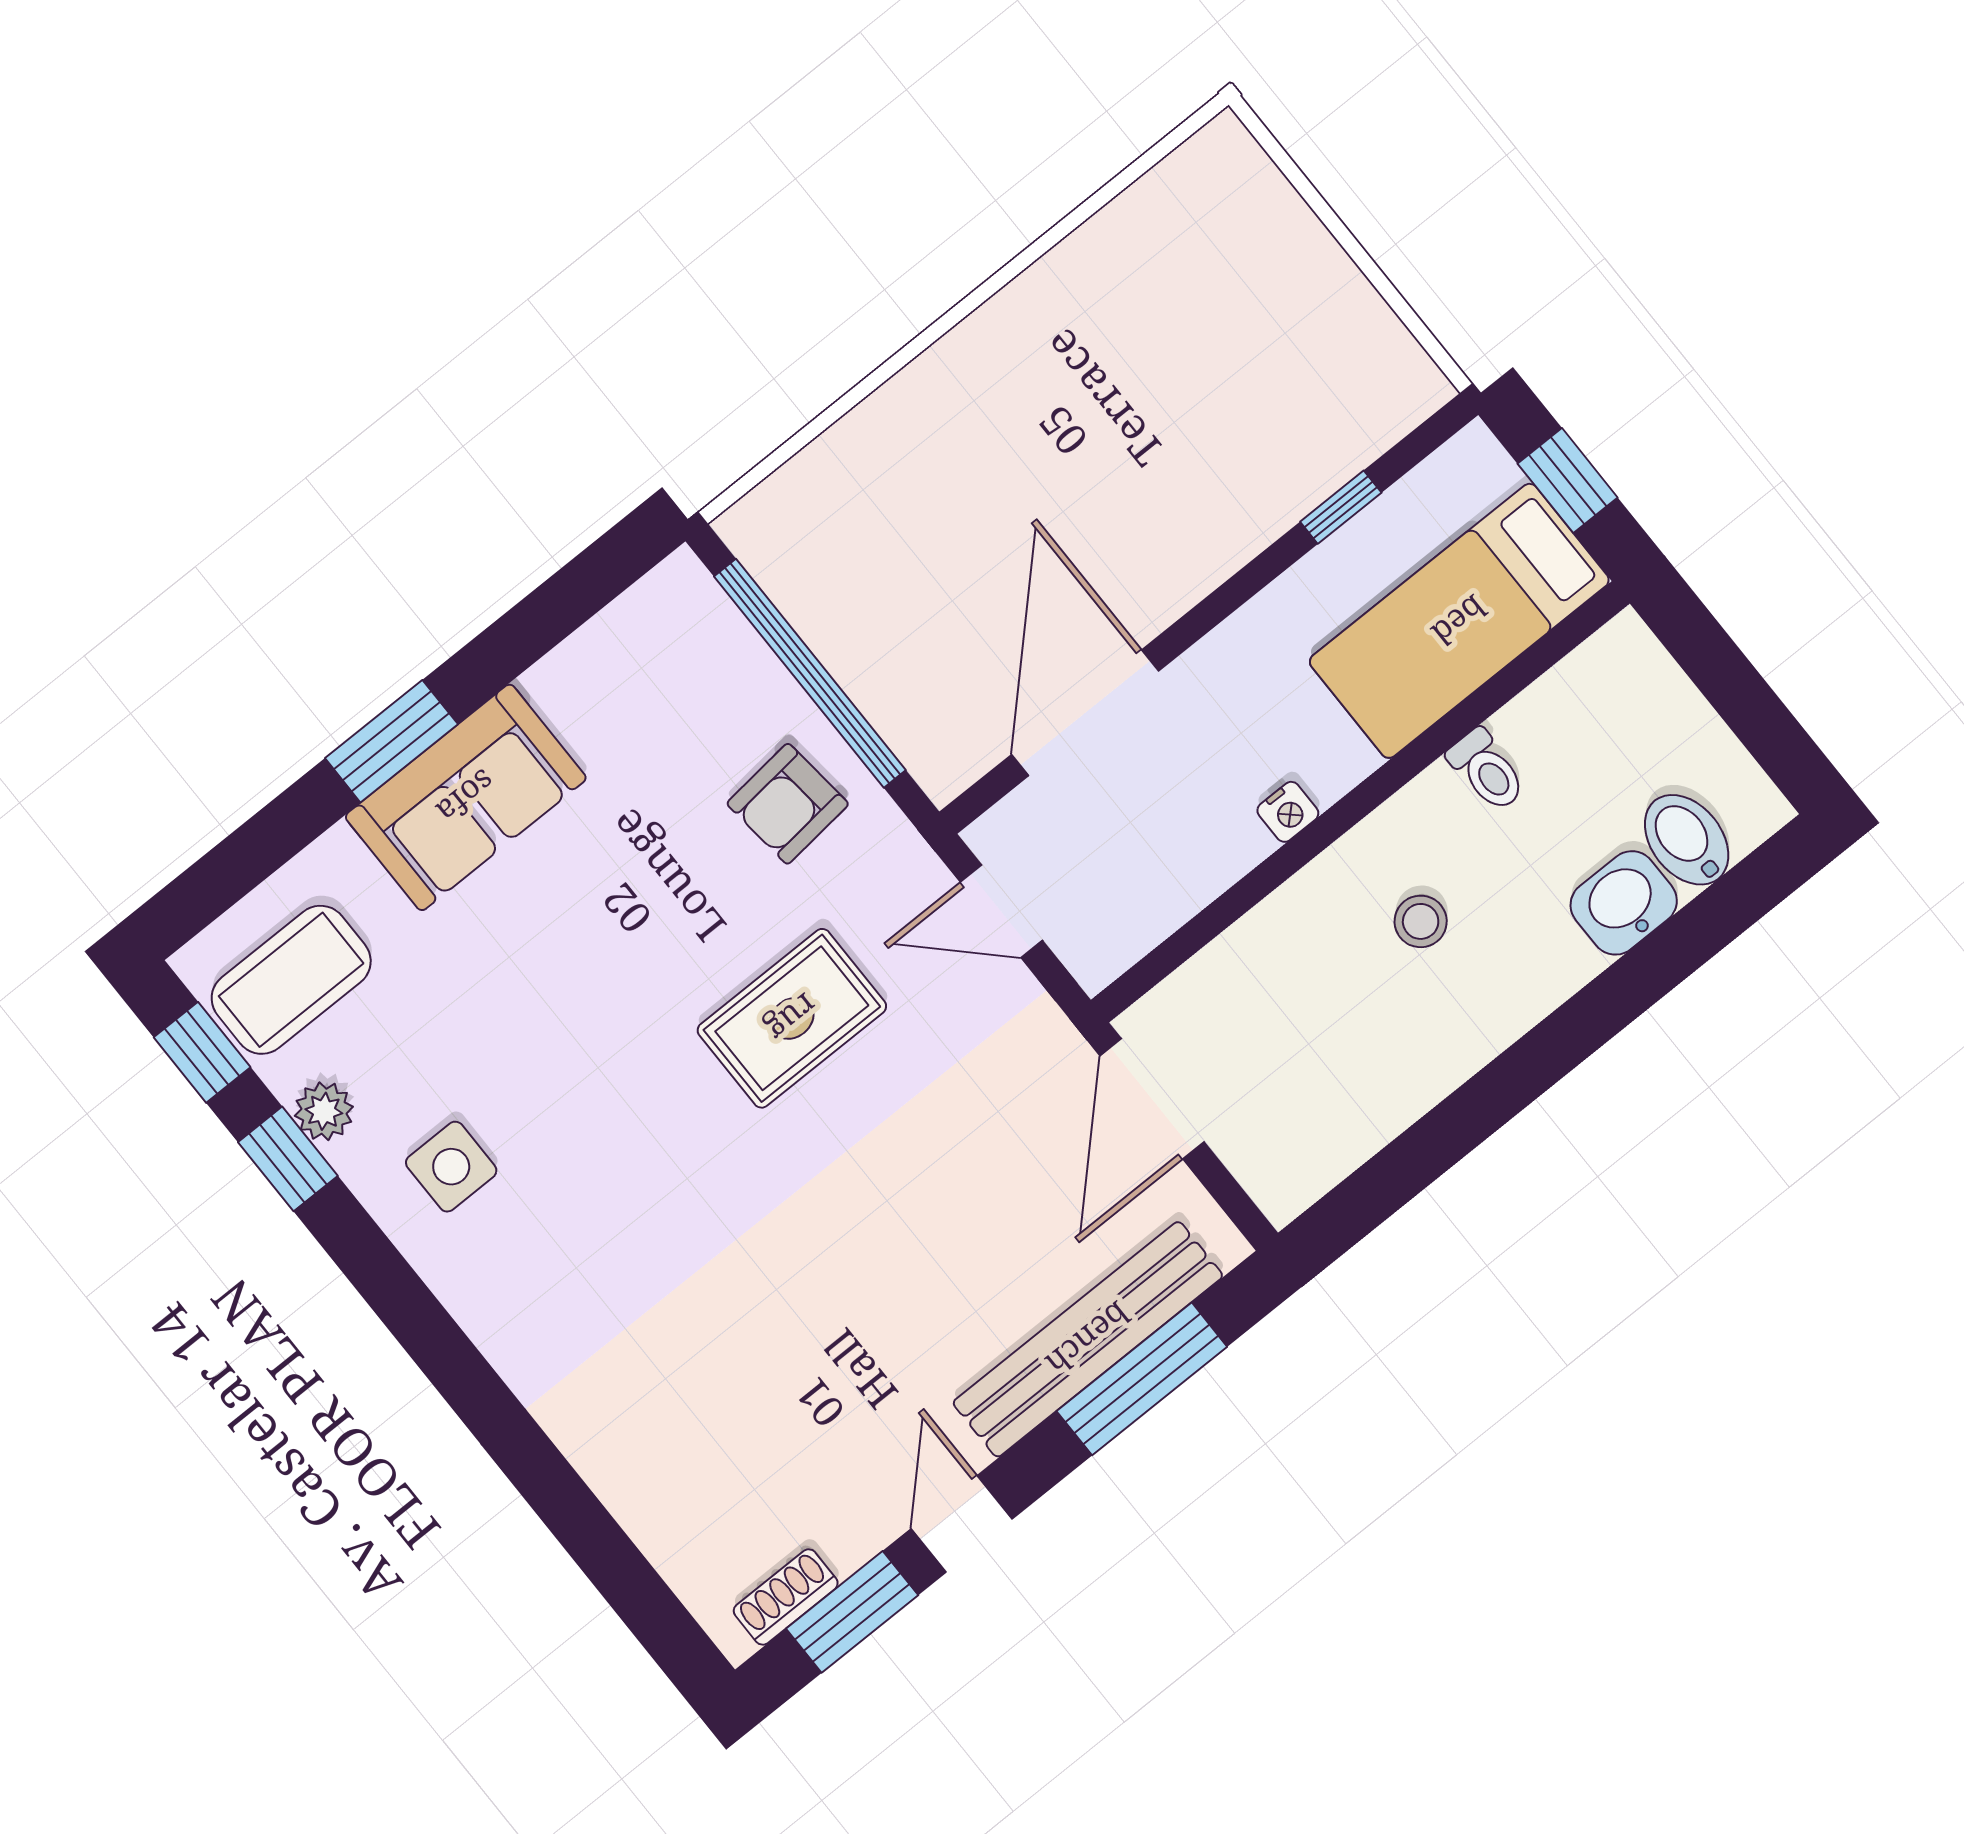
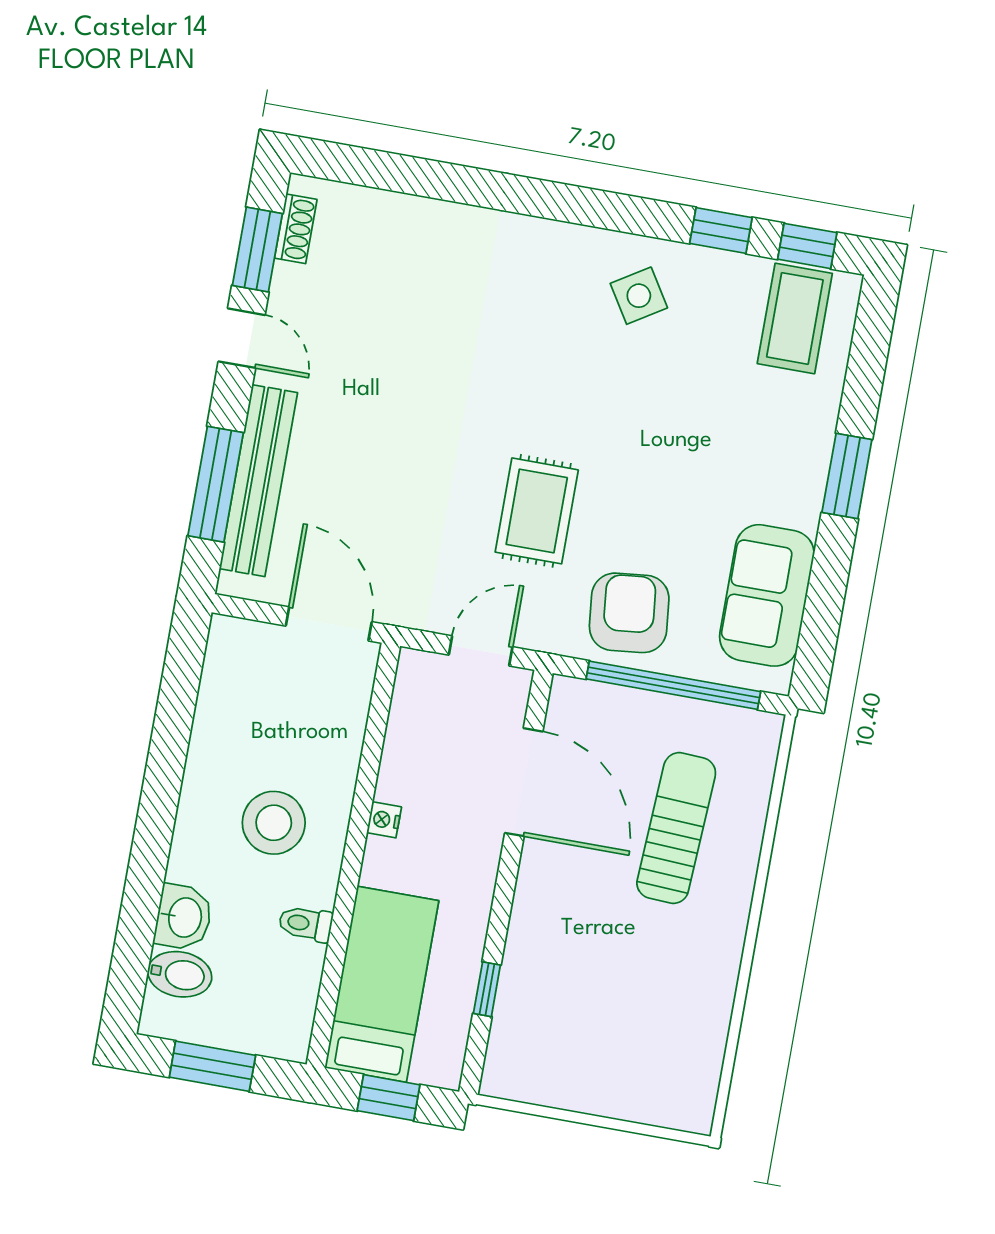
sun lounger: (953, 503) -> (676, 828), added
window: (1742, 698) -> (212, 1066), added
sofa: (466, 797) -> (767, 595), moved
armchair: (788, 804) -> (629, 613), width x1.38, depth x1.38
stool: (1421, 921) -> (274, 823), width x1.89, depth x1.89
plant: (324, 1111) -> (724, 269), removed
side table: (451, 1167) -> (639, 296), turned -32

